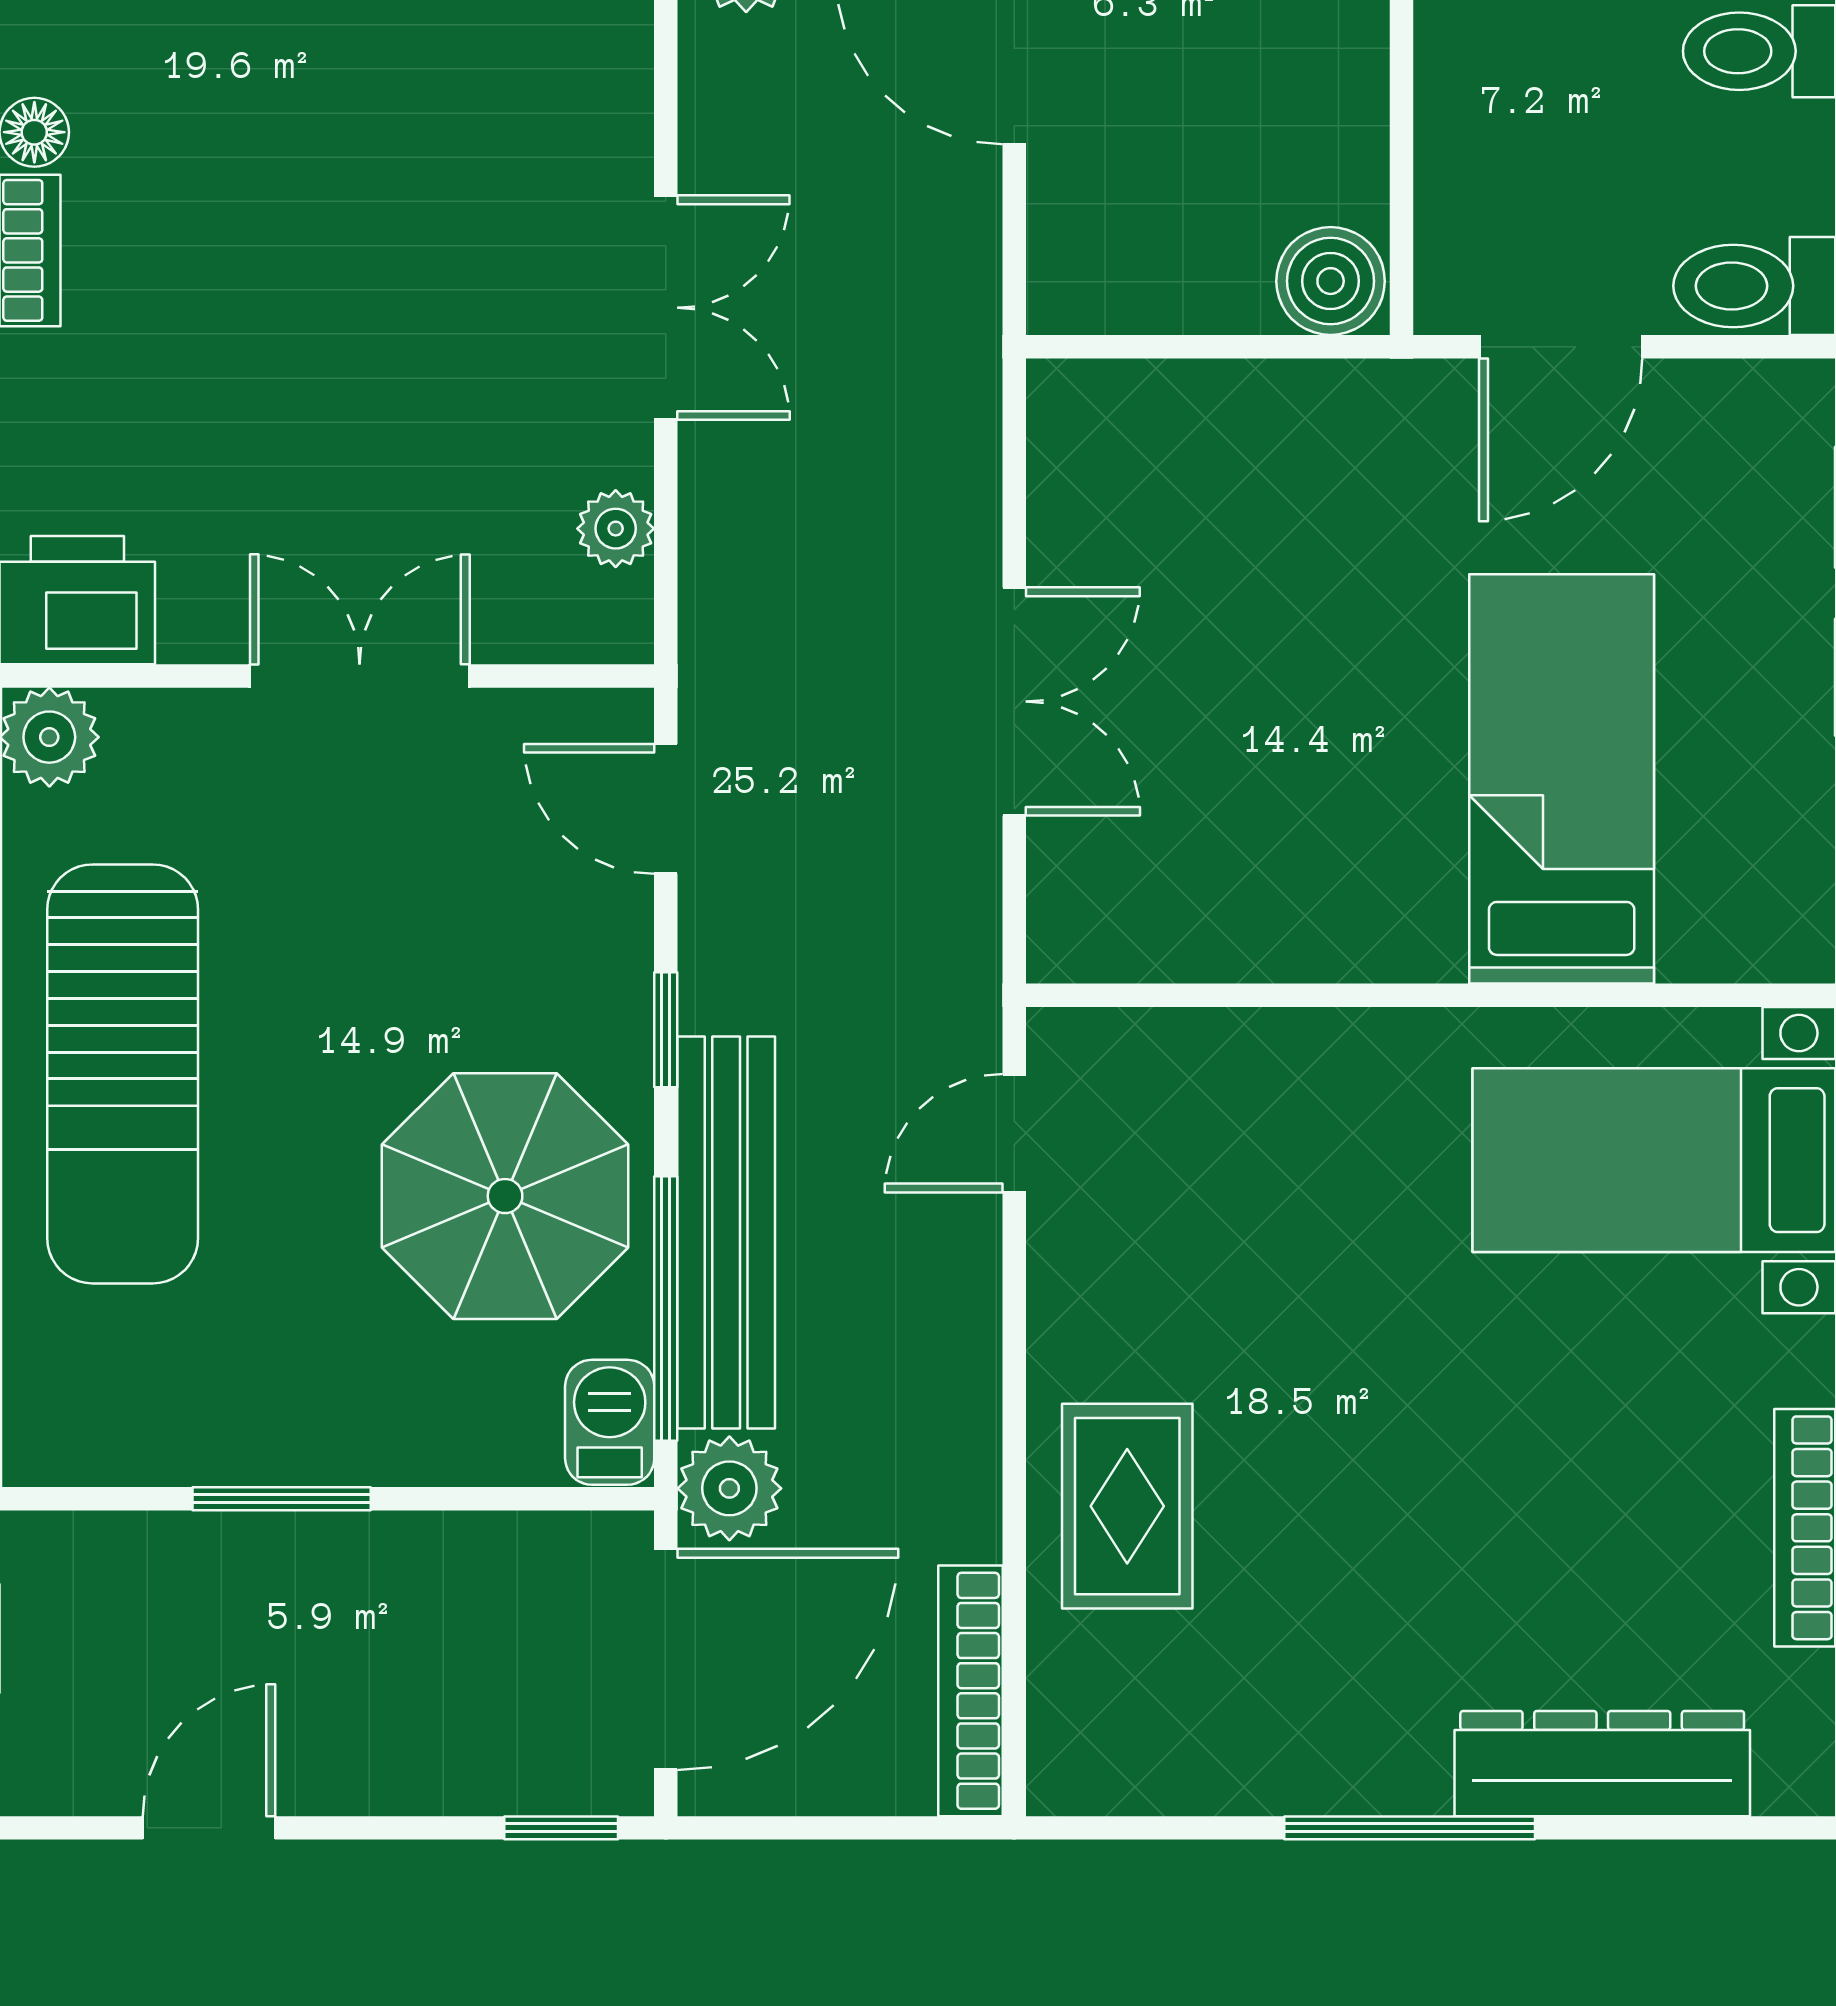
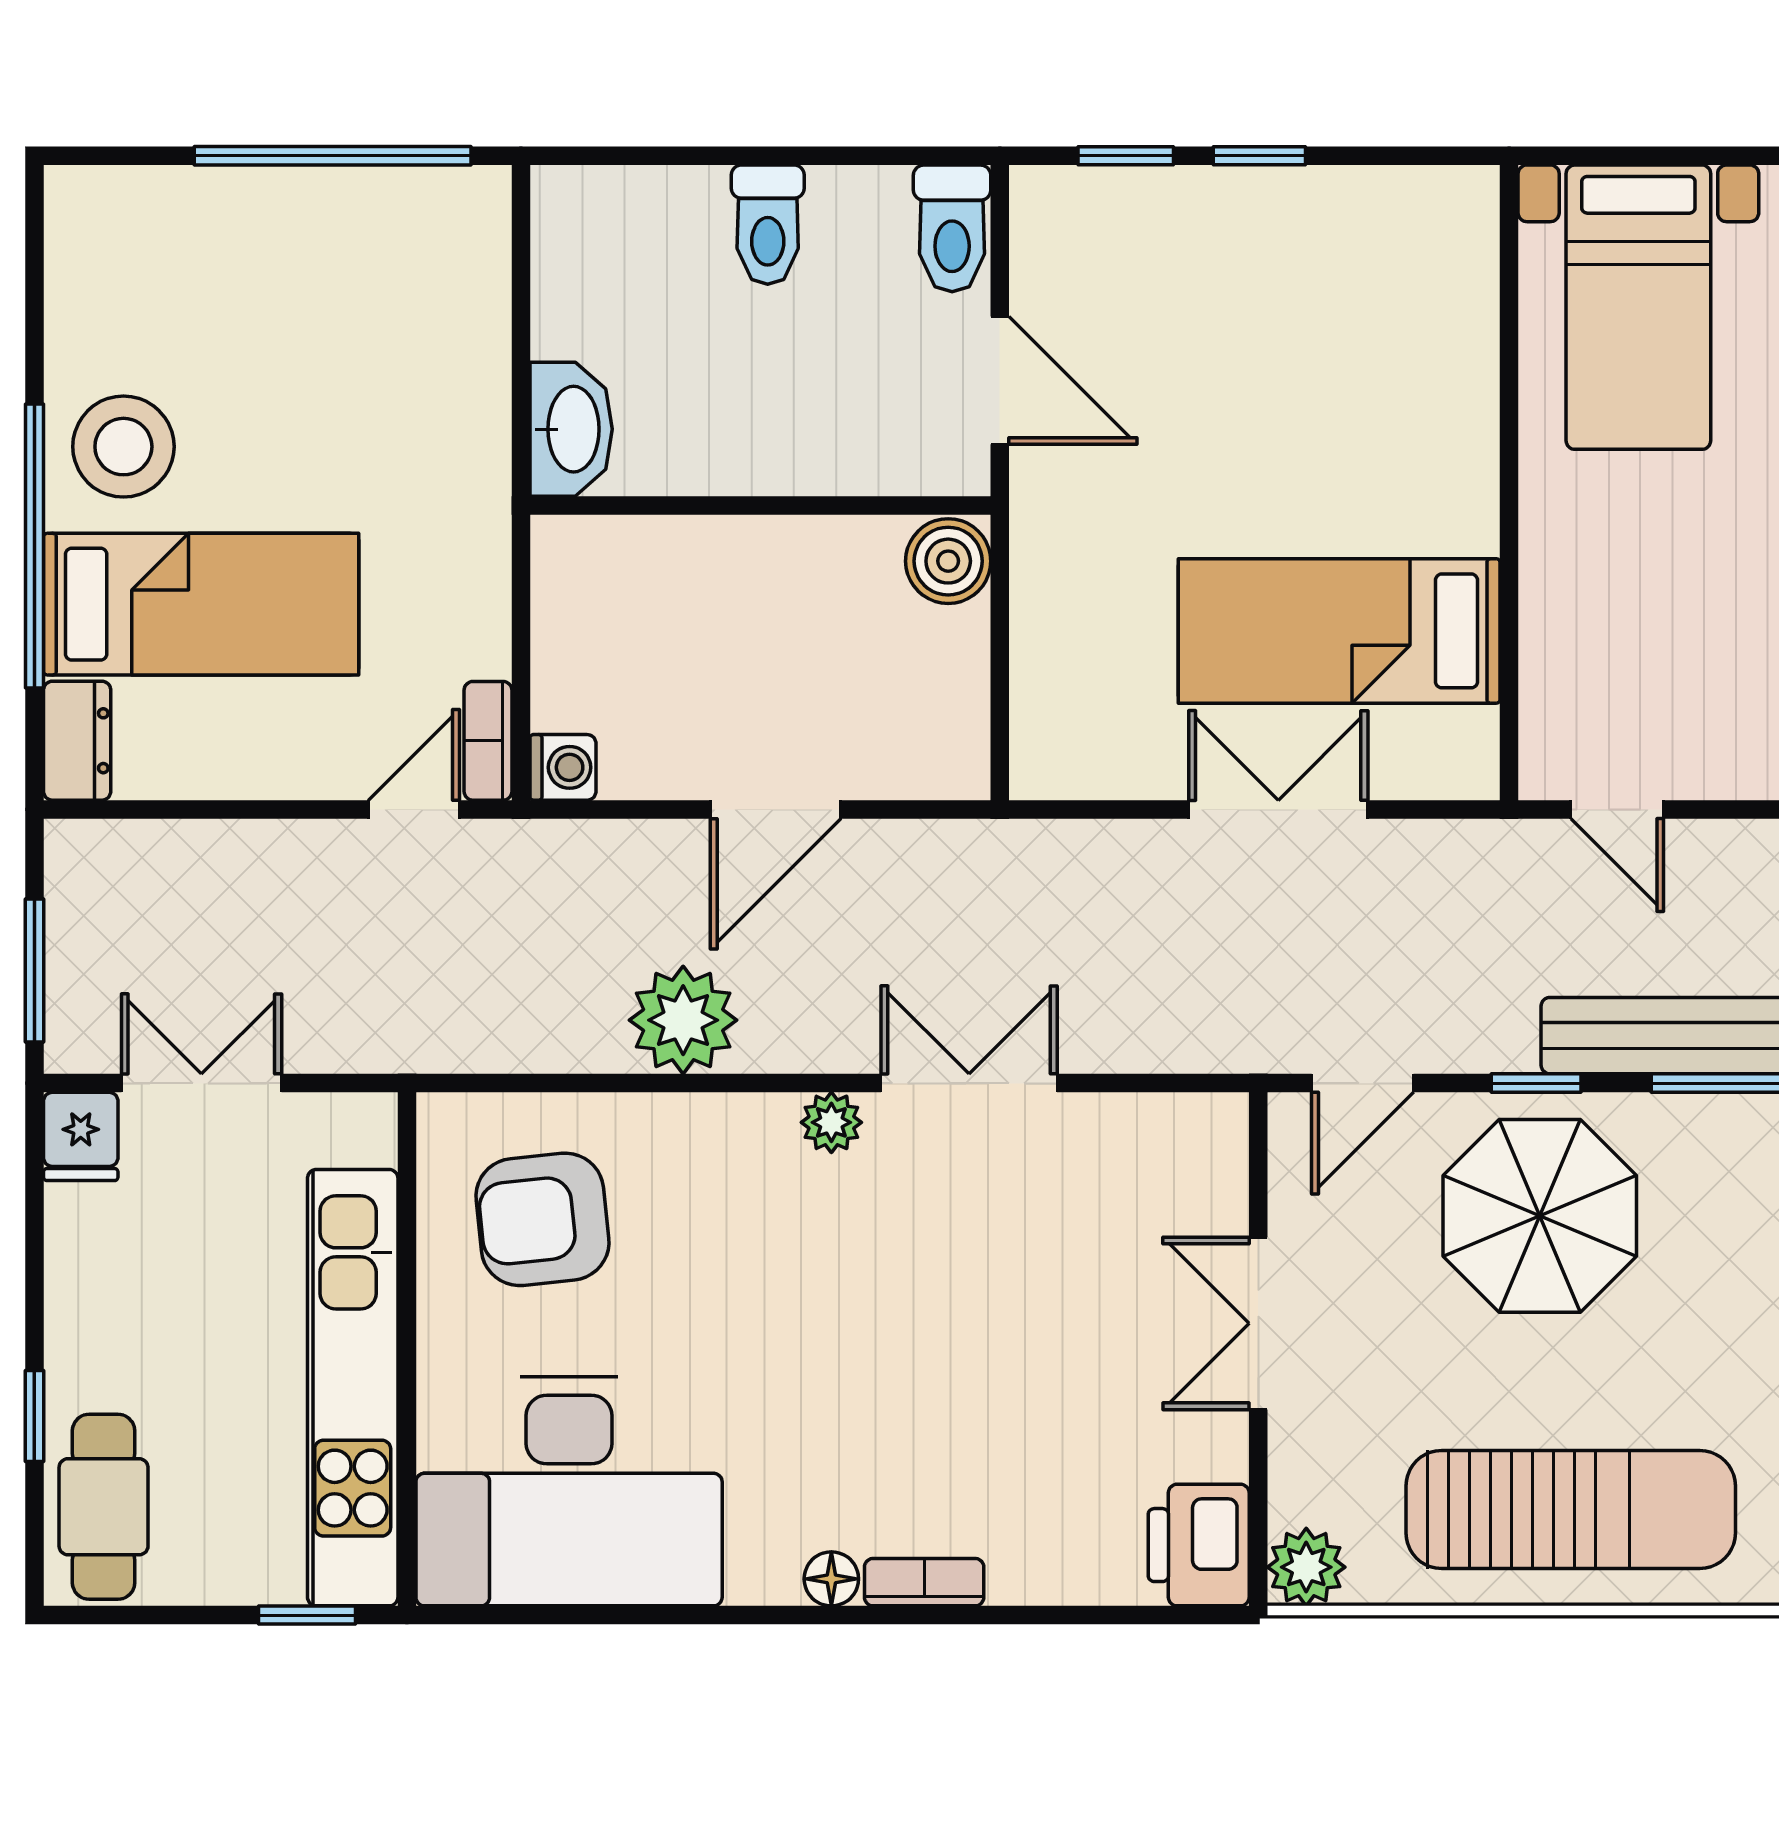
plant: (616, 529) -> (831, 1122), moved
bed: (1562, 779) -> (1339, 631), moved
parasol: (505, 1196) -> (1540, 1216), moved

